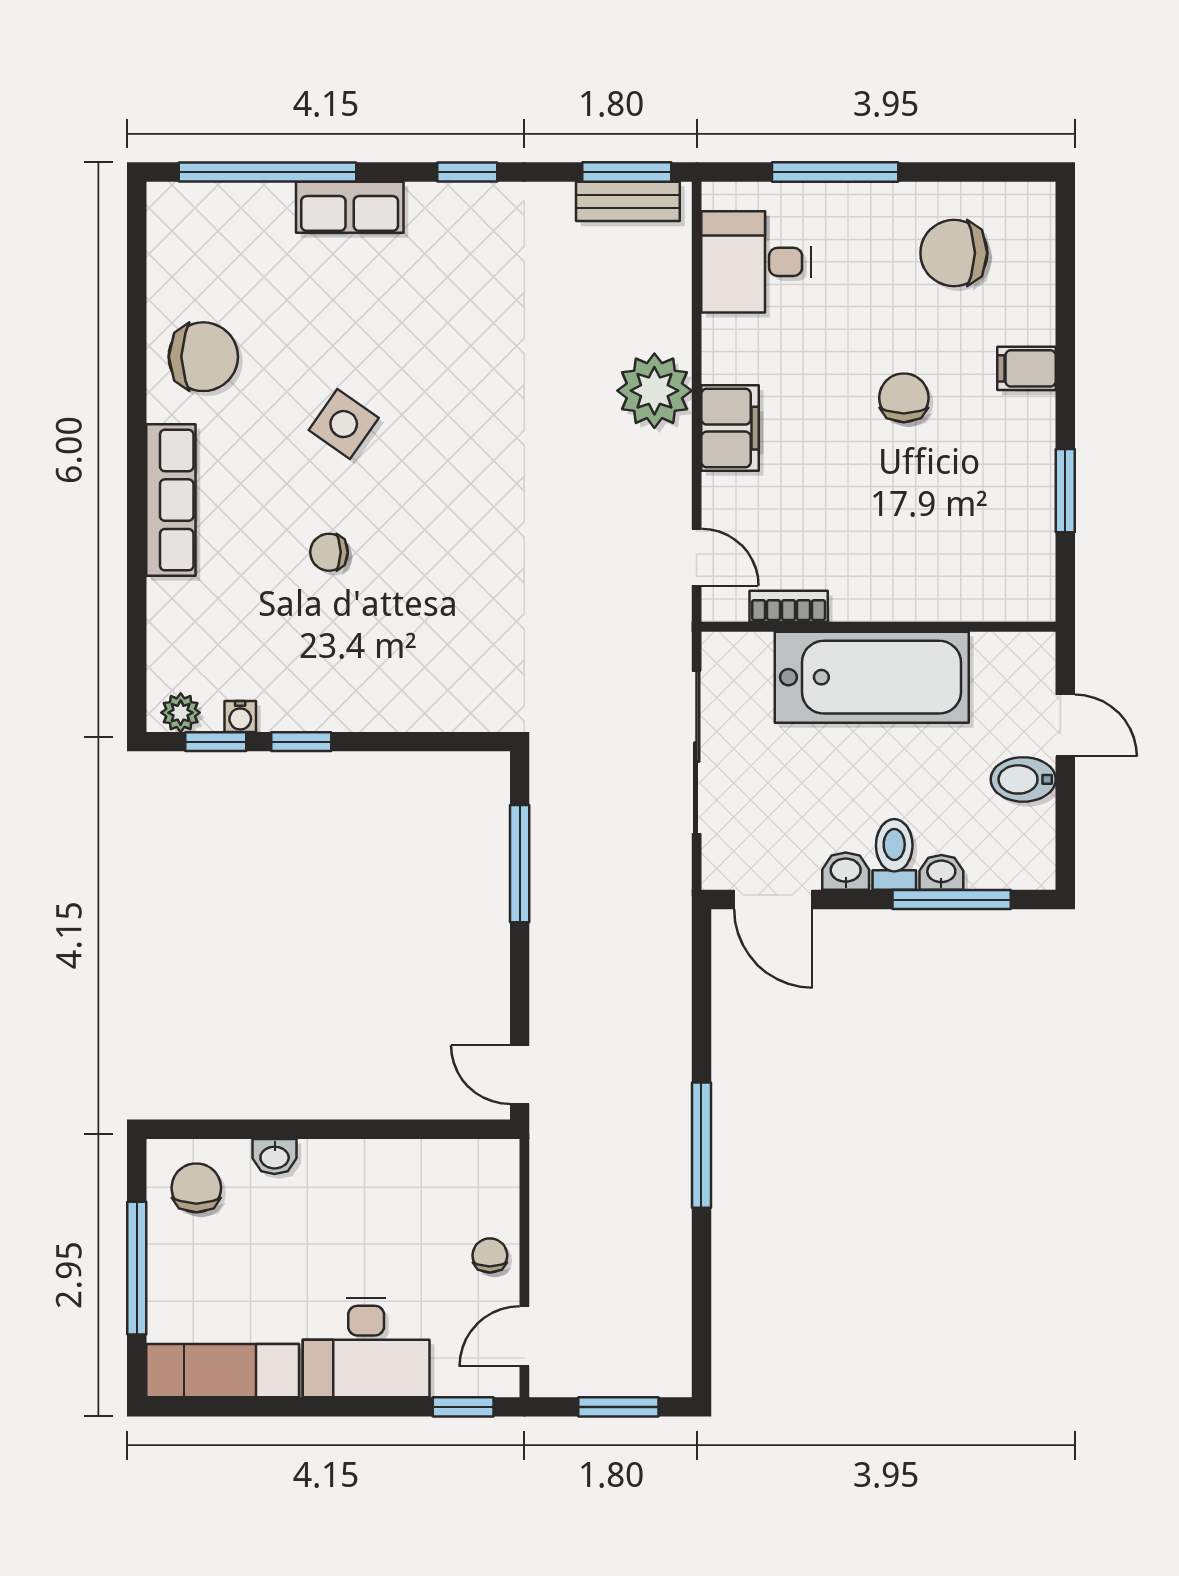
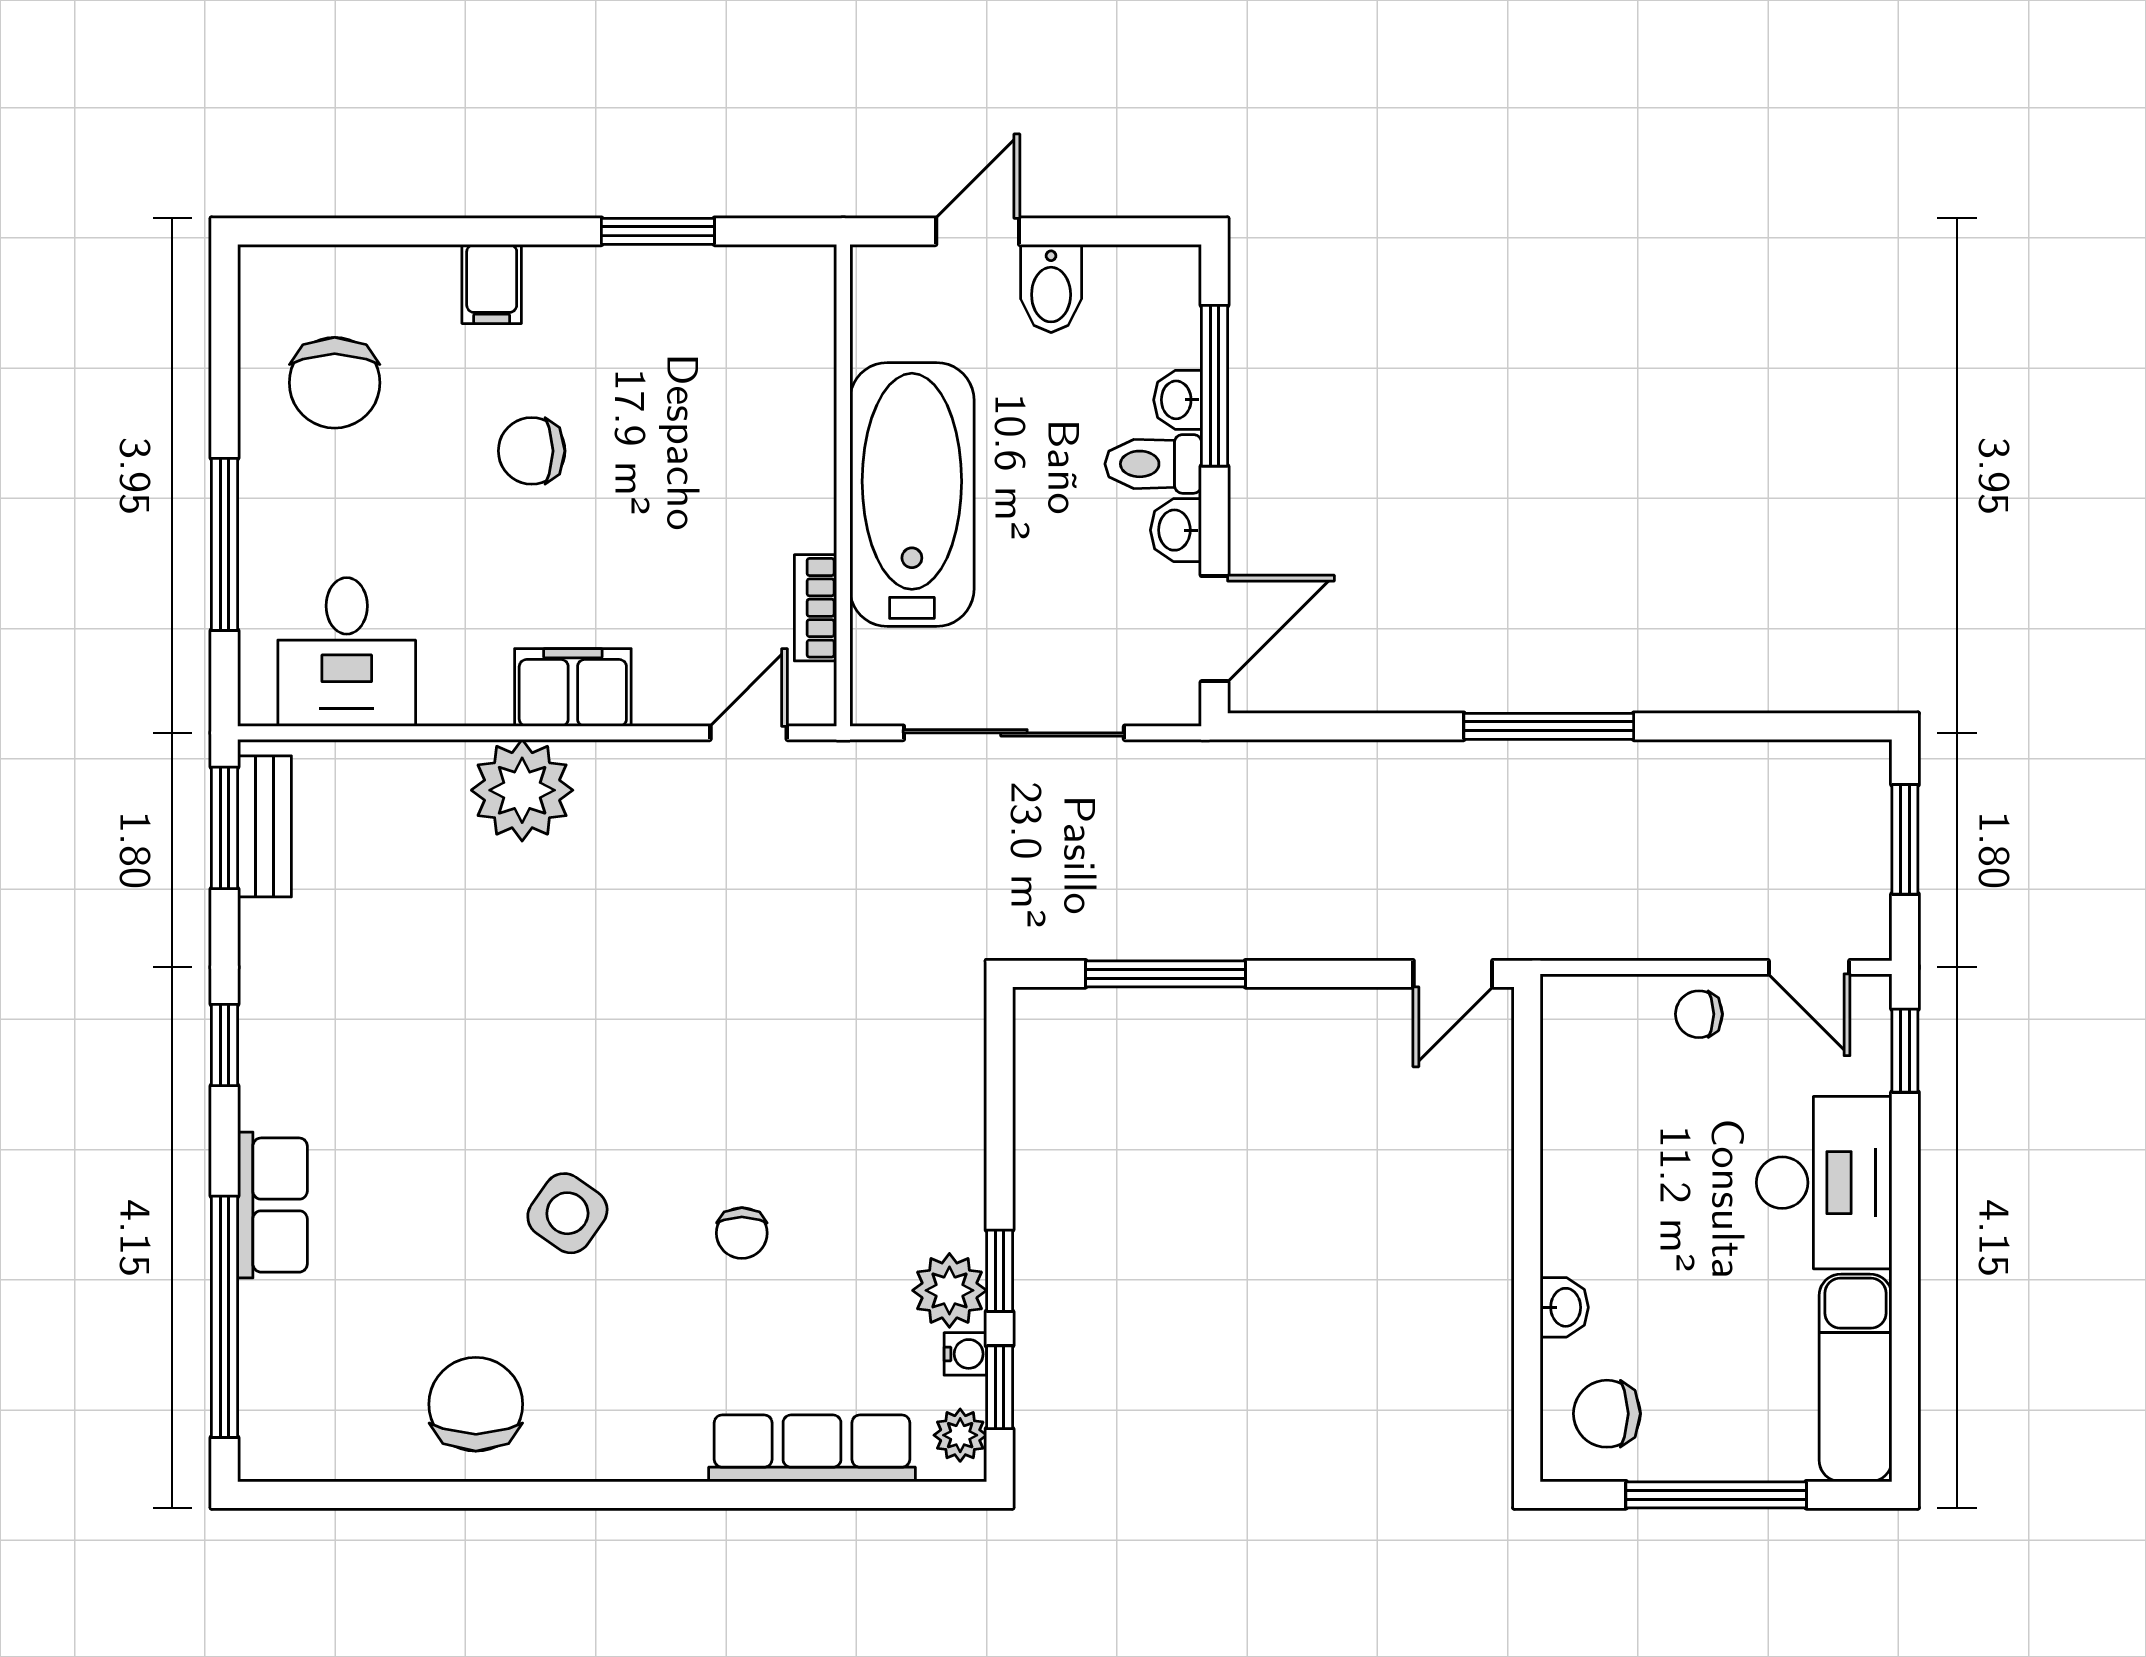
row of seats: (171, 500) -> (812, 1448), moved
plant: (287, 705) -> (949, 1290), added

